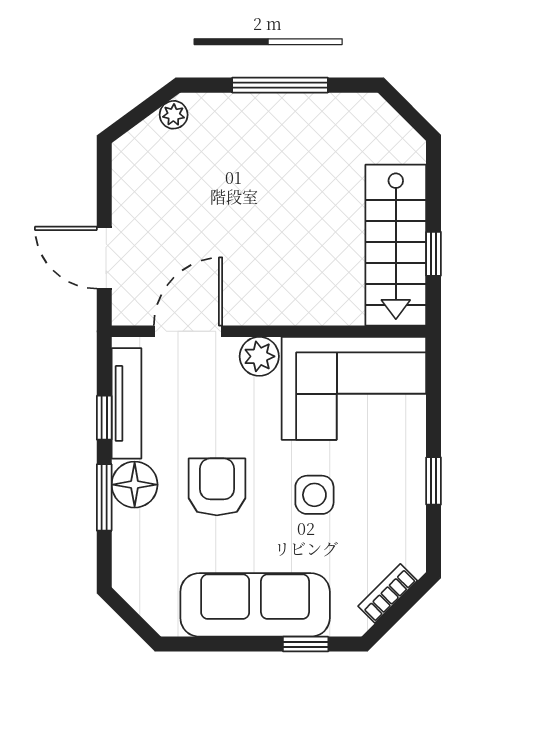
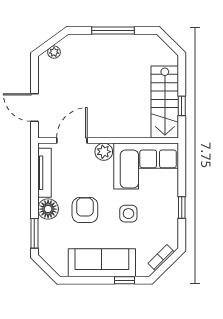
plant: (174, 115) -> (54, 52), moved
window: (104, 418) -> (34, 179), removed
window: (104, 497) -> (34, 233), moved

